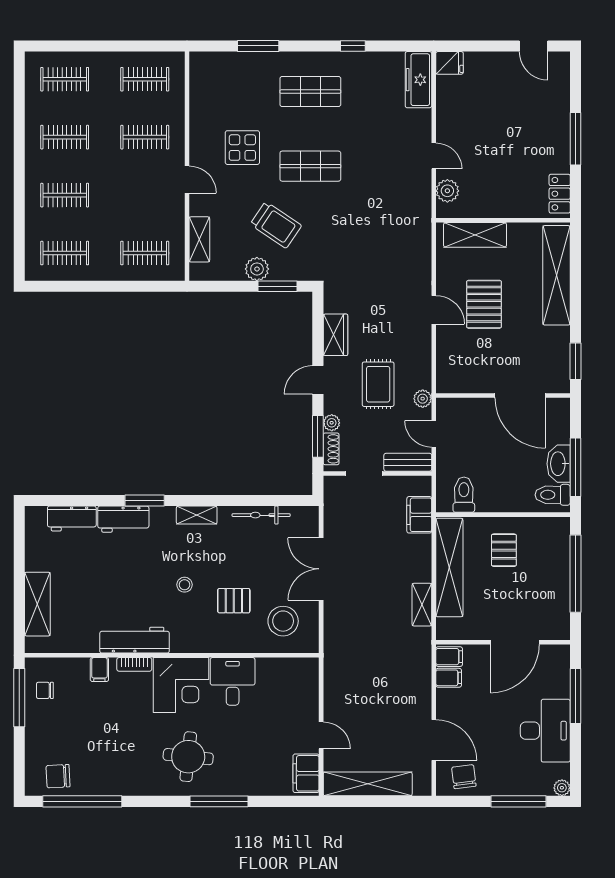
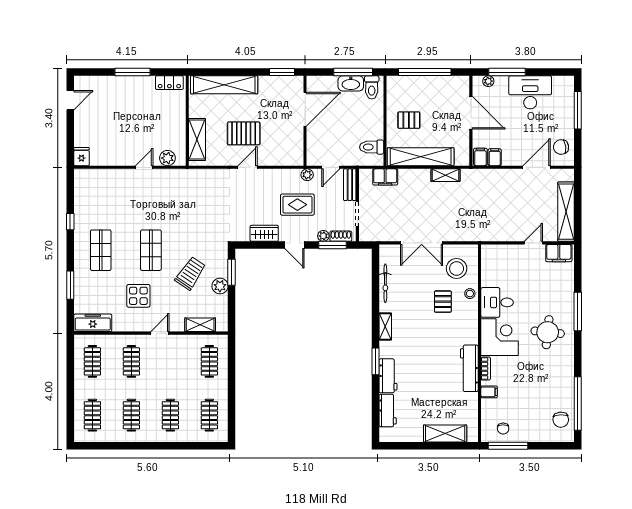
freezer: (418, 80) -> (93, 323), moved, turned 180
stool: (184, 585) -> (470, 294), moved
plant: (562, 788) -> (488, 81), moved

